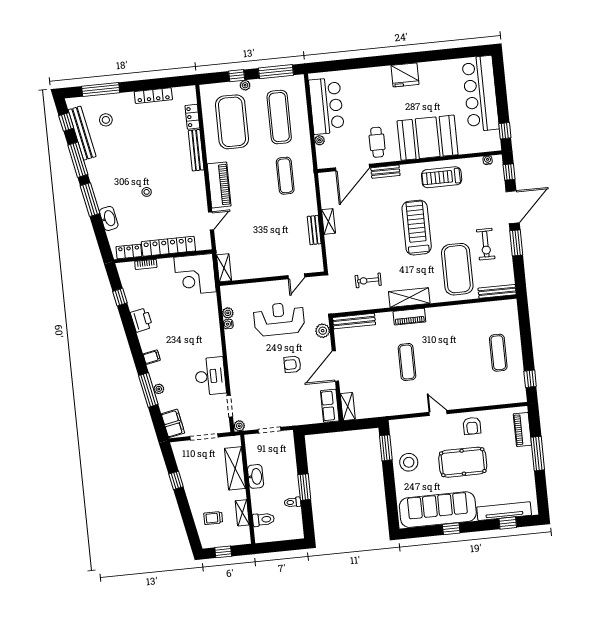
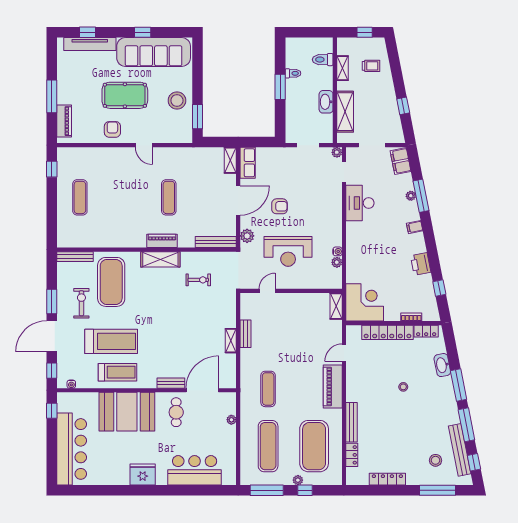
bar counter: (326, 106) -> (195, 470), moved, turned 90
treadmill: (417, 228) -> (111, 341), moved, turned -90

